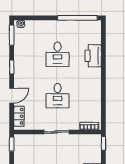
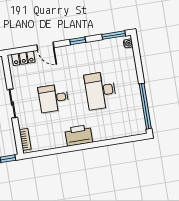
desk: (58, 54) -> (101, 90), width x1.37
printer: (93, 56) -> (79, 135), moved

